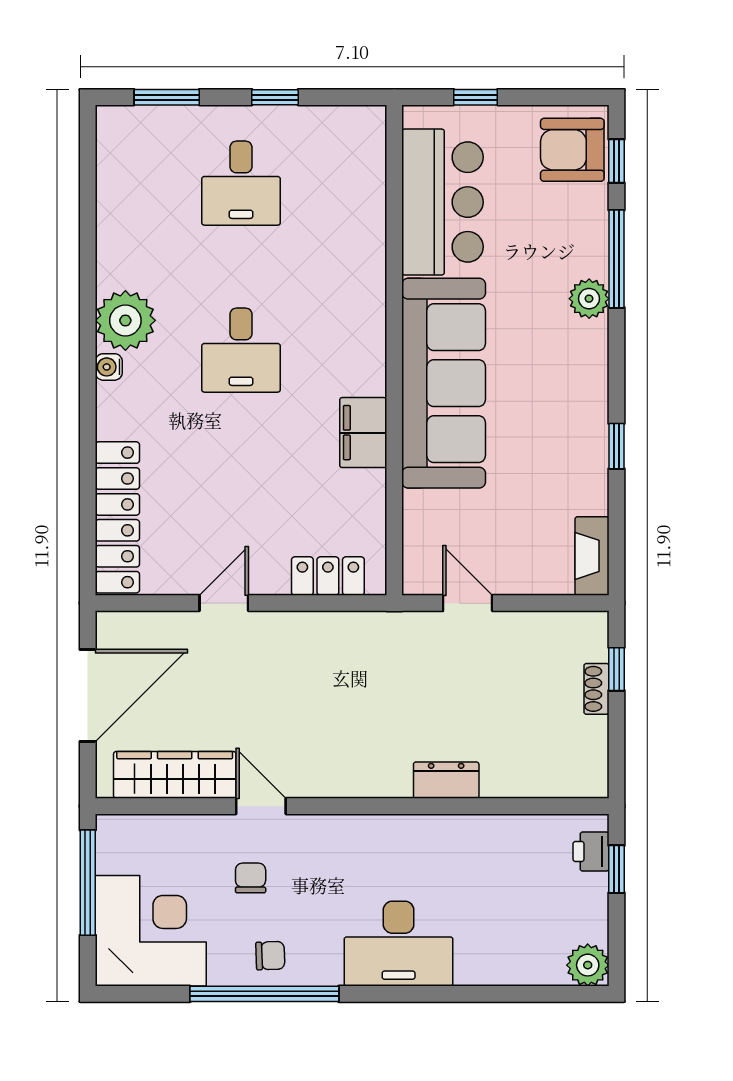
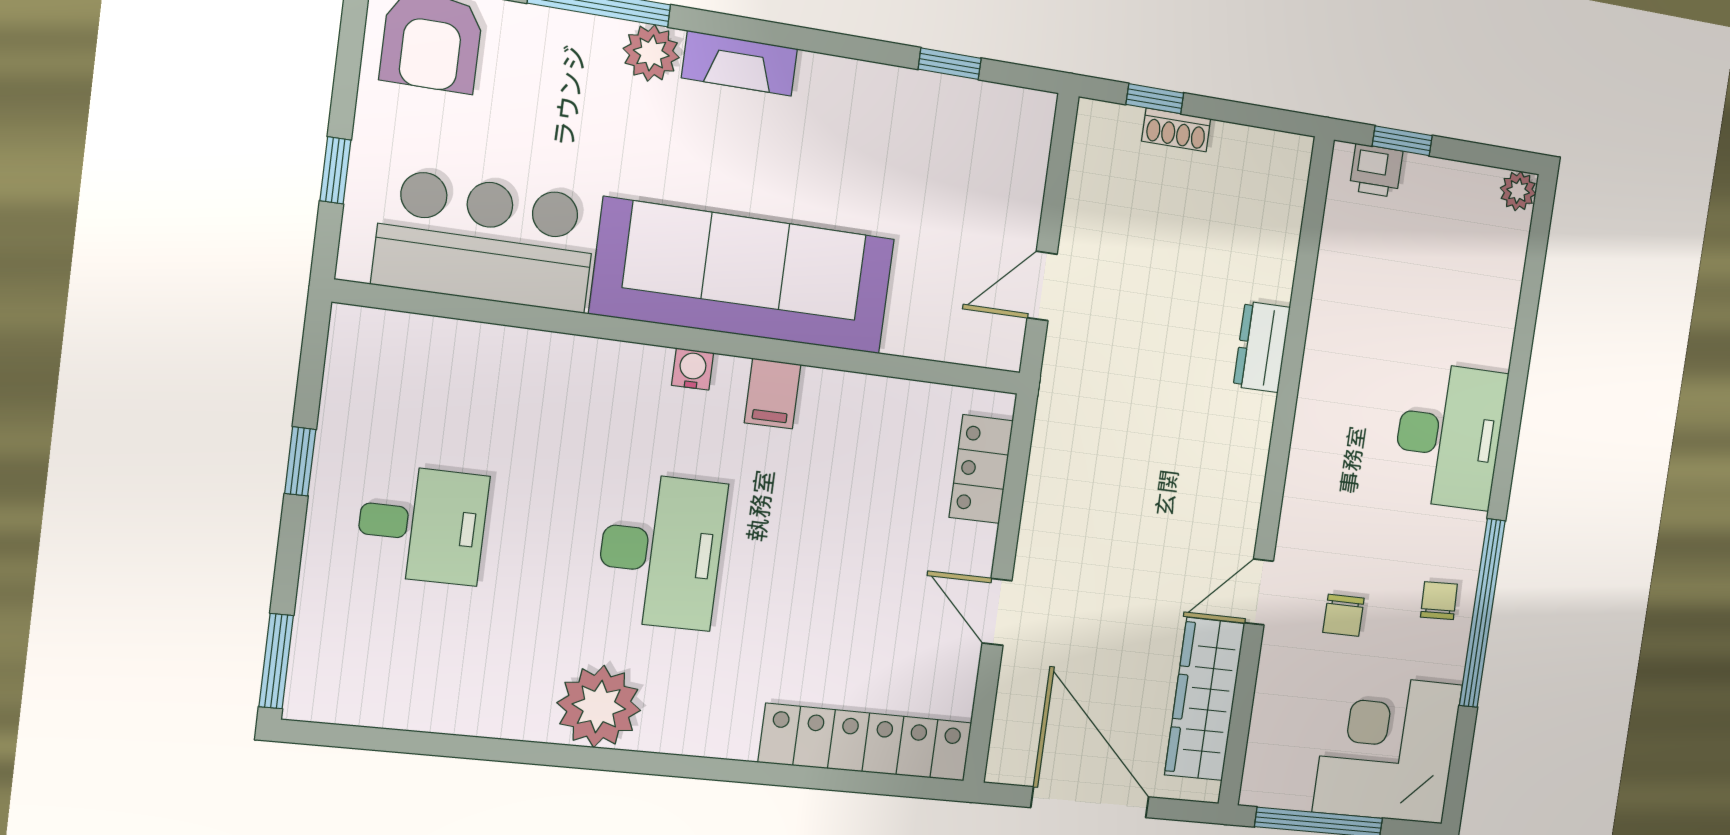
window: (167, 97) -> (276, 661), moved
desk: (241, 350) -> (661, 551), width x1.37
water cooler: (109, 367) -> (693, 369), moved, turned 180
filing cabinet: (363, 433) -> (773, 394), width x0.50
window: (617, 446) -> (950, 64), moved
fireplace: (592, 556) -> (740, 63), moved
chair: (251, 878) -> (1343, 615), turned -90
plant: (588, 965) -> (1518, 191), width x0.73, depth x0.73

